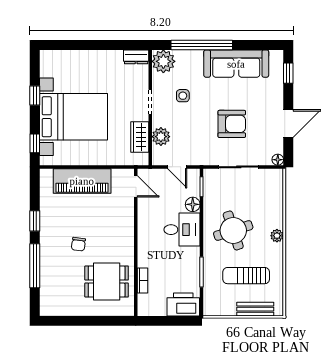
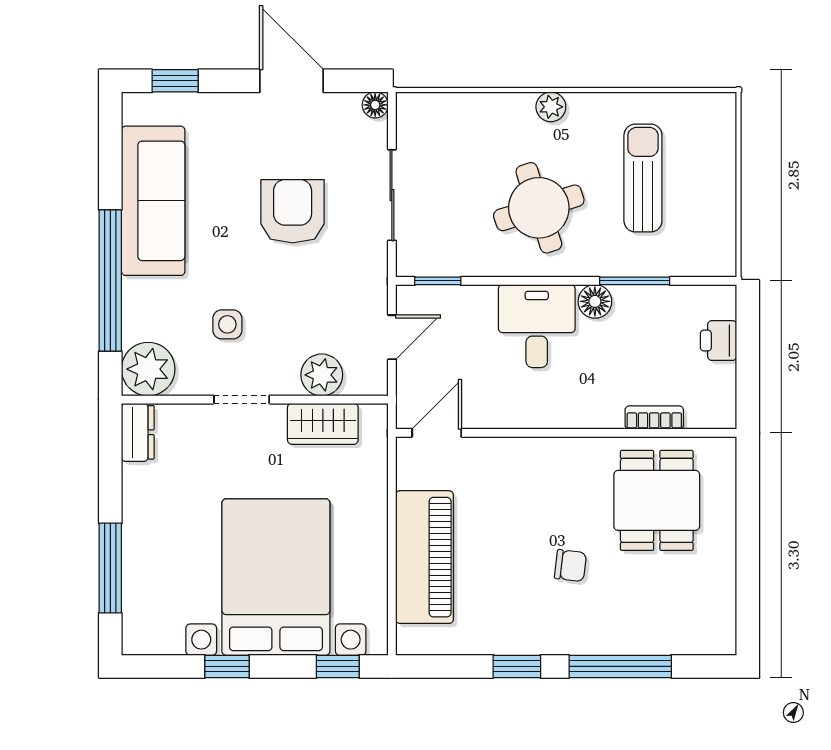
window: (77, 45) -> (110, 568), added
floor lamp: (193, 204) -> (595, 301), moved
sun lounger: (246, 276) -> (643, 178), turned 180
printer: (183, 305) -> (719, 341), width x0.53, depth x0.68
bench: (255, 309) -> (720, 157), removed

